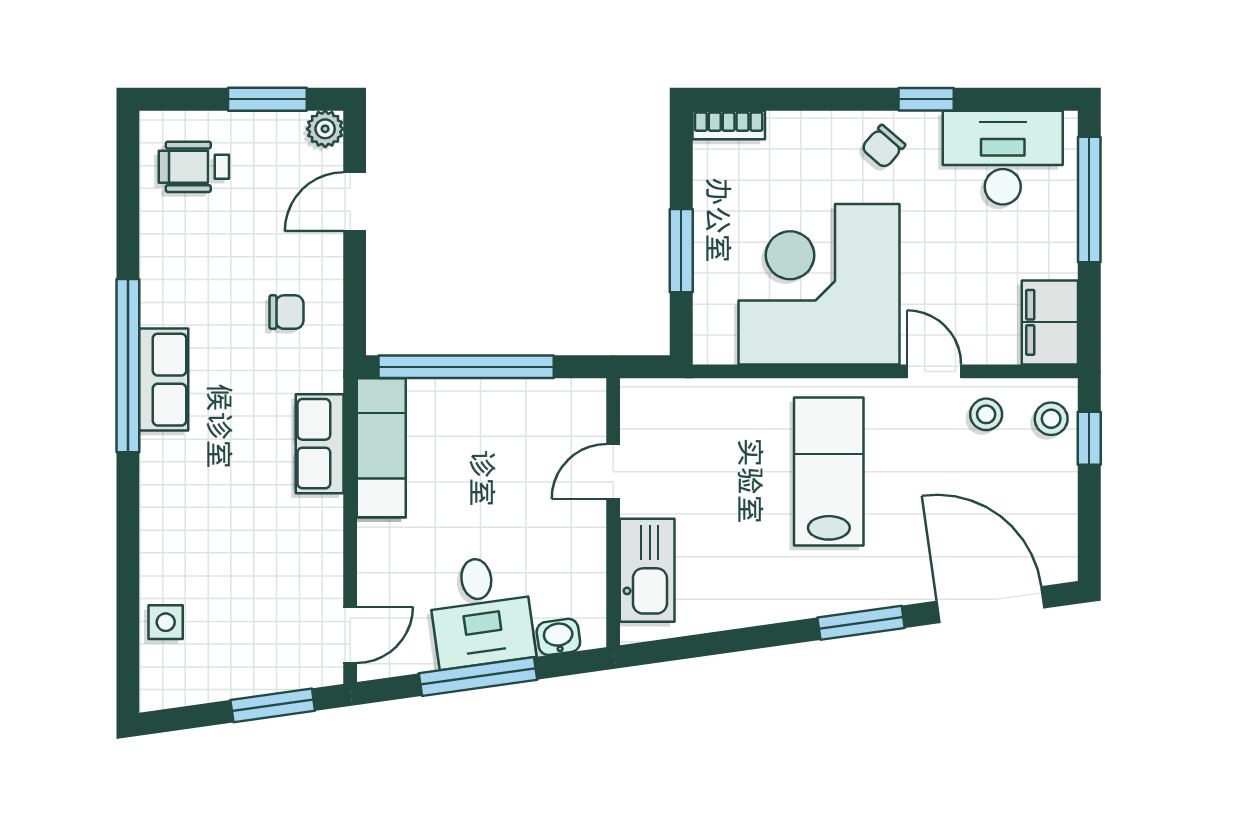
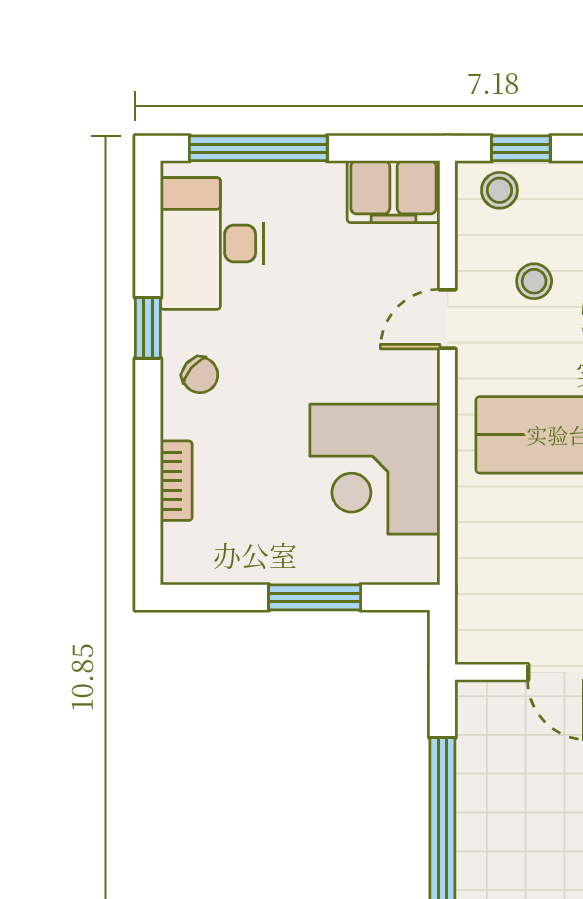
bookcase: (729, 125) -> (176, 481), moved
corner desk: (819, 284) -> (375, 469), width x0.74, depth x0.74
stool: (986, 414) -> (534, 281), moved

